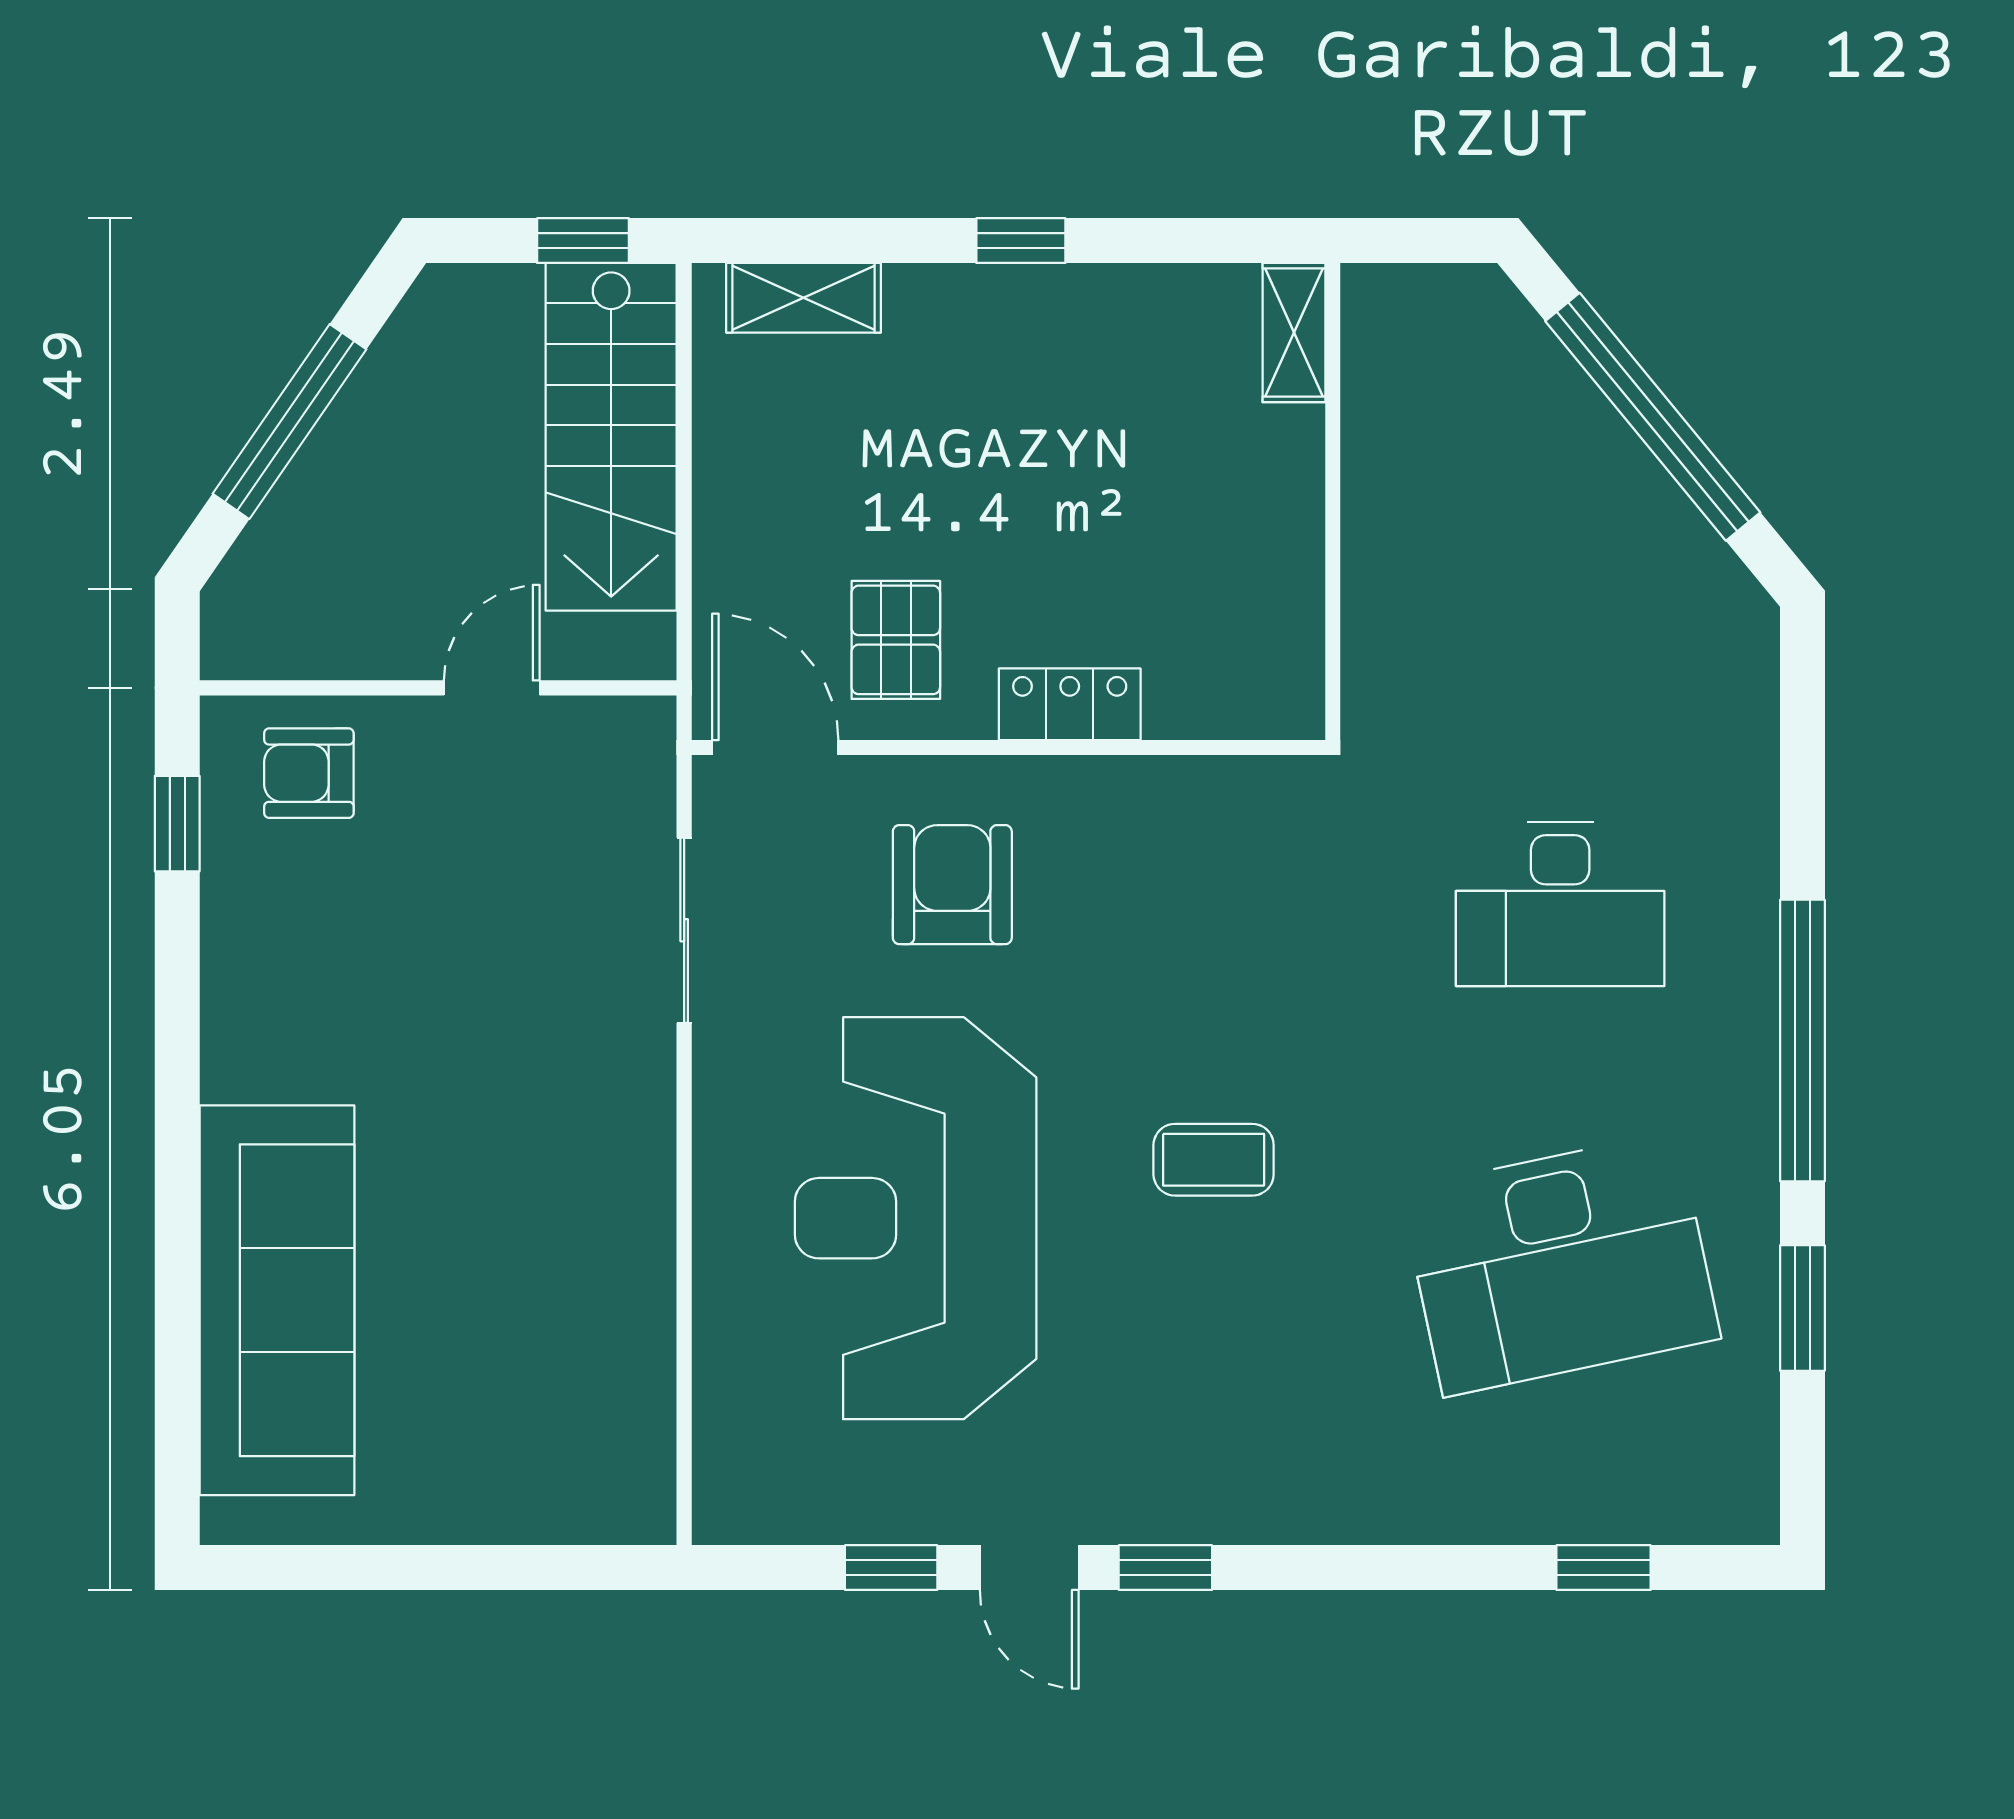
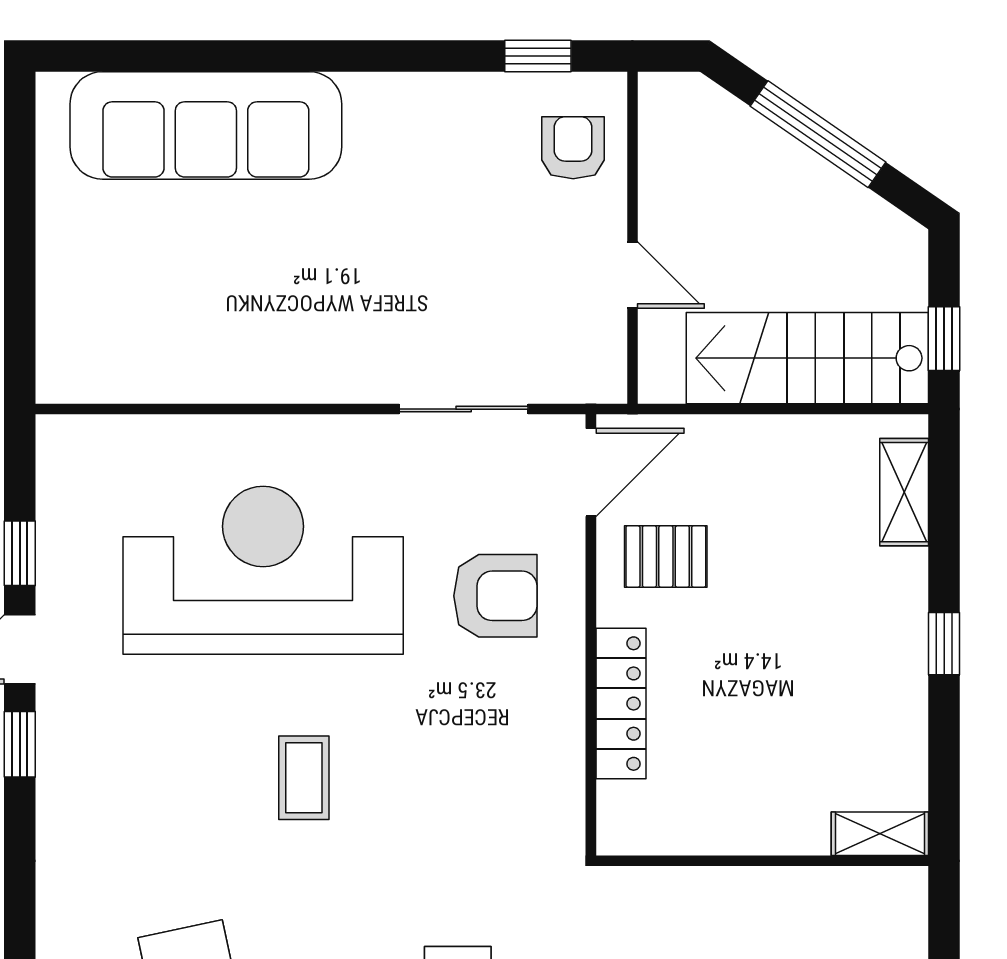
locker: (1070, 704) -> (621, 704), width x1.53

